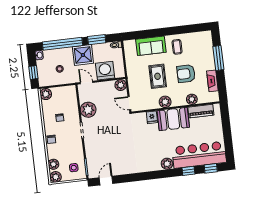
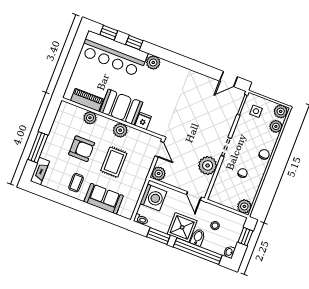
bidet: (68, 54) -> (198, 237), added
washing machine: (105, 71) -> (153, 198), moved, turned -90
fireplace: (212, 81) -> (40, 171), moved

